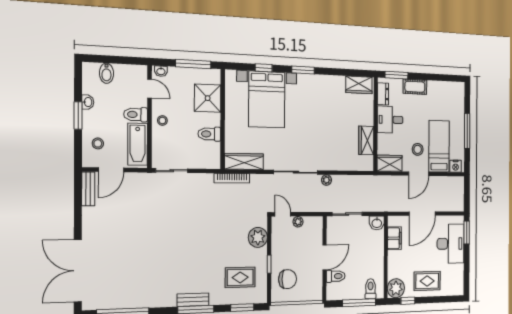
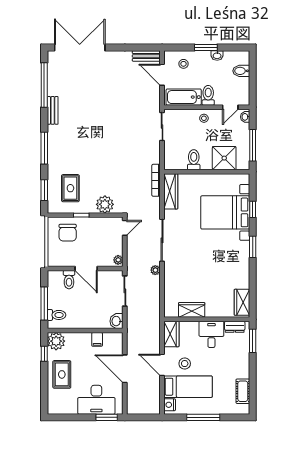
cot: (415, 87) -> (243, 391), moved
plant: (298, 222) -> (118, 260), moved
filing cabinet: (394, 238) -> (97, 339), width x0.50
bench: (193, 300) -> (53, 110), moved

